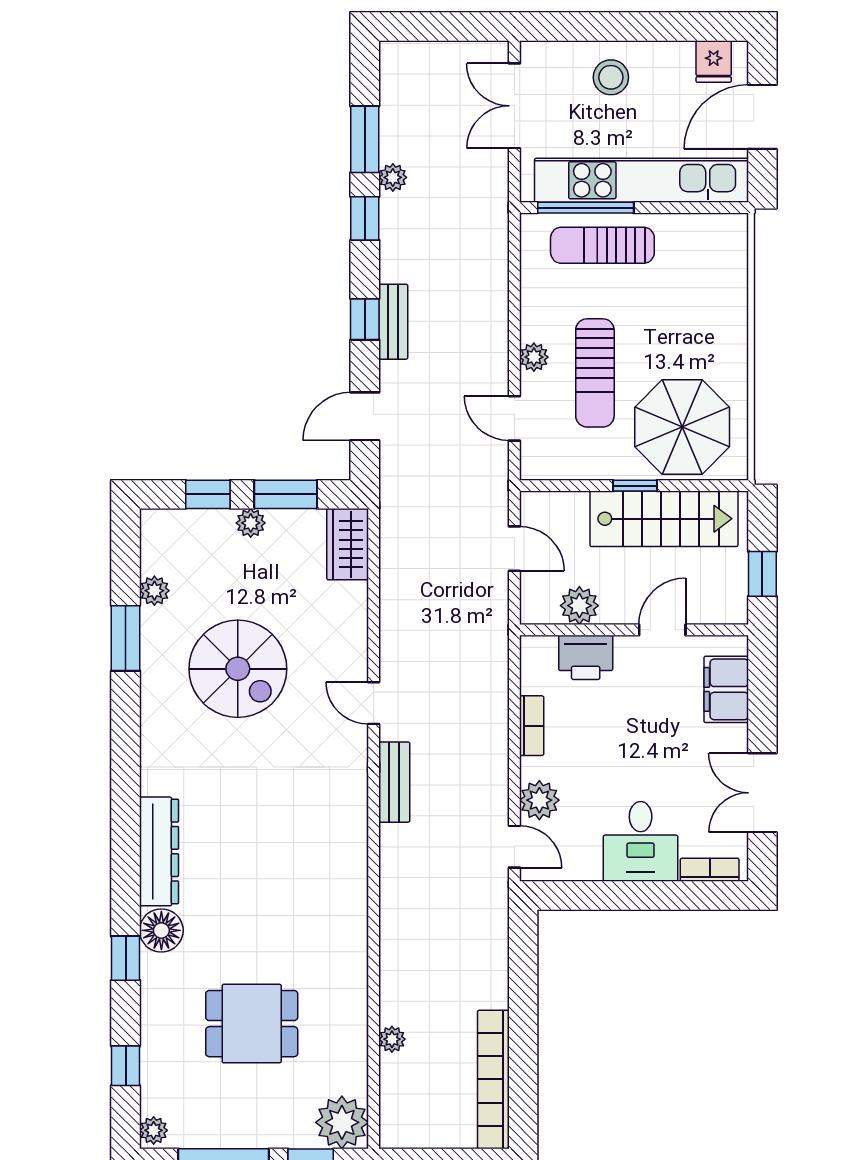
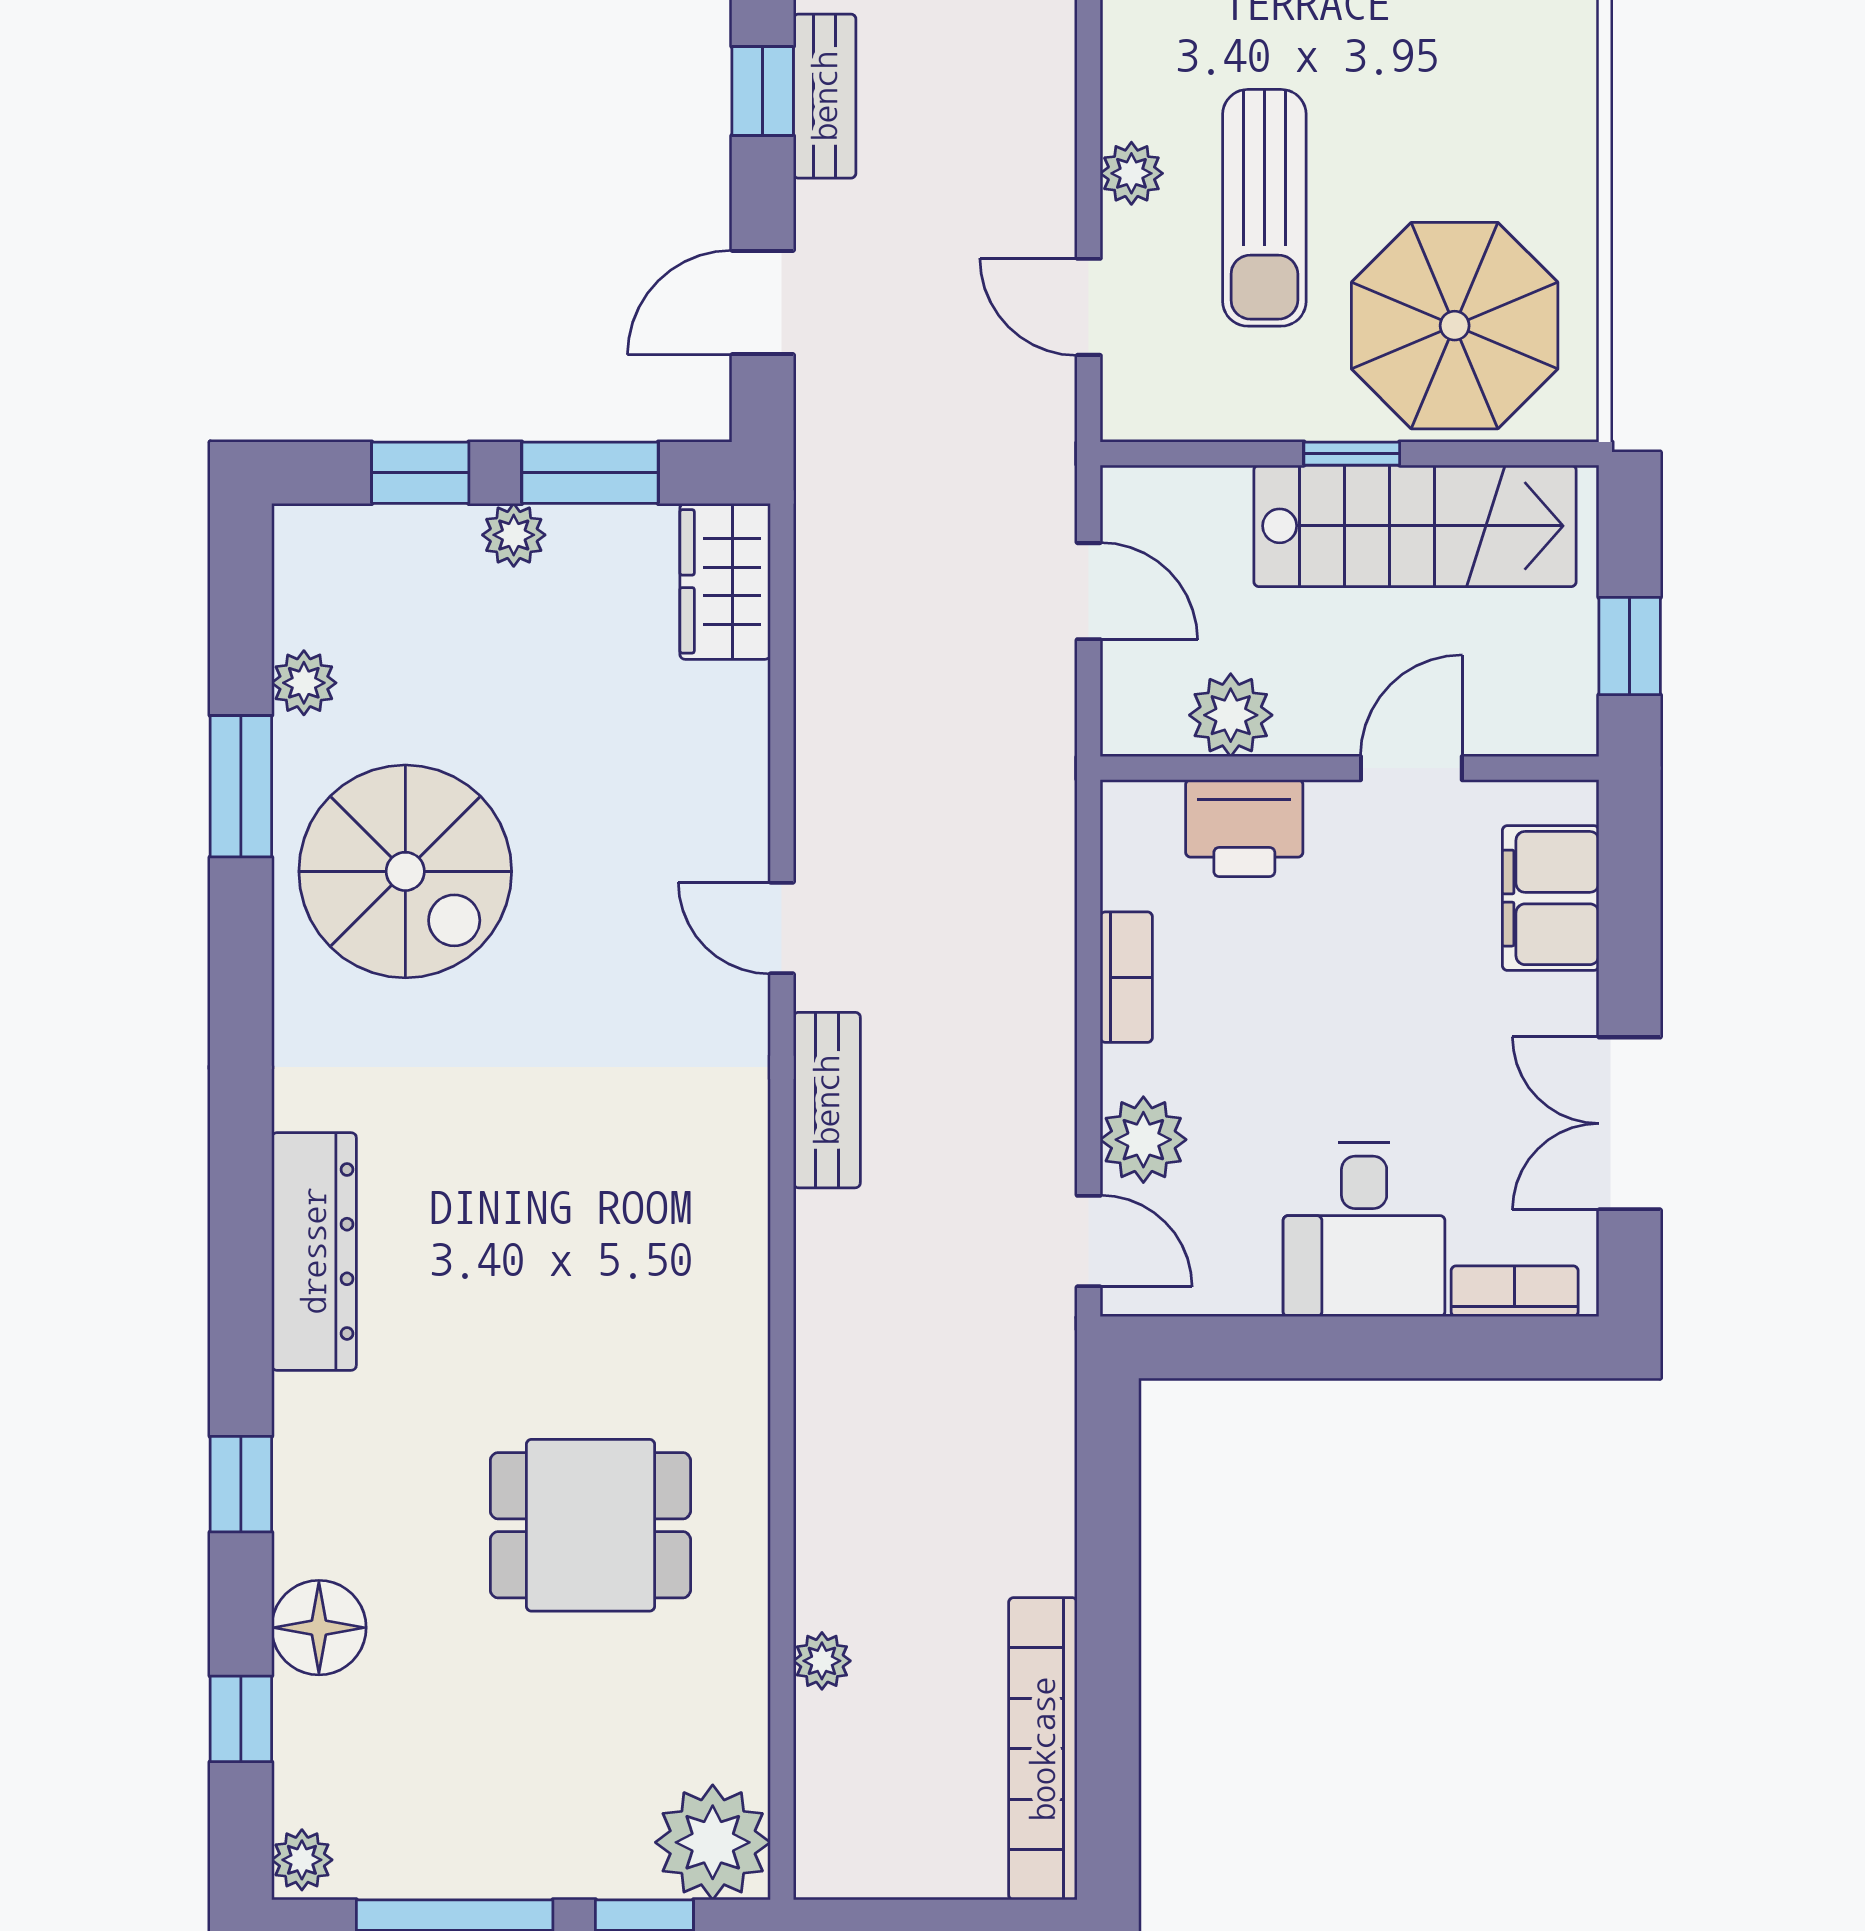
spiral stairs: (238, 669) -> (405, 871), moved
floor lamp: (161, 930) -> (319, 1628), moved
dining table: (252, 1024) -> (590, 1525), moved

